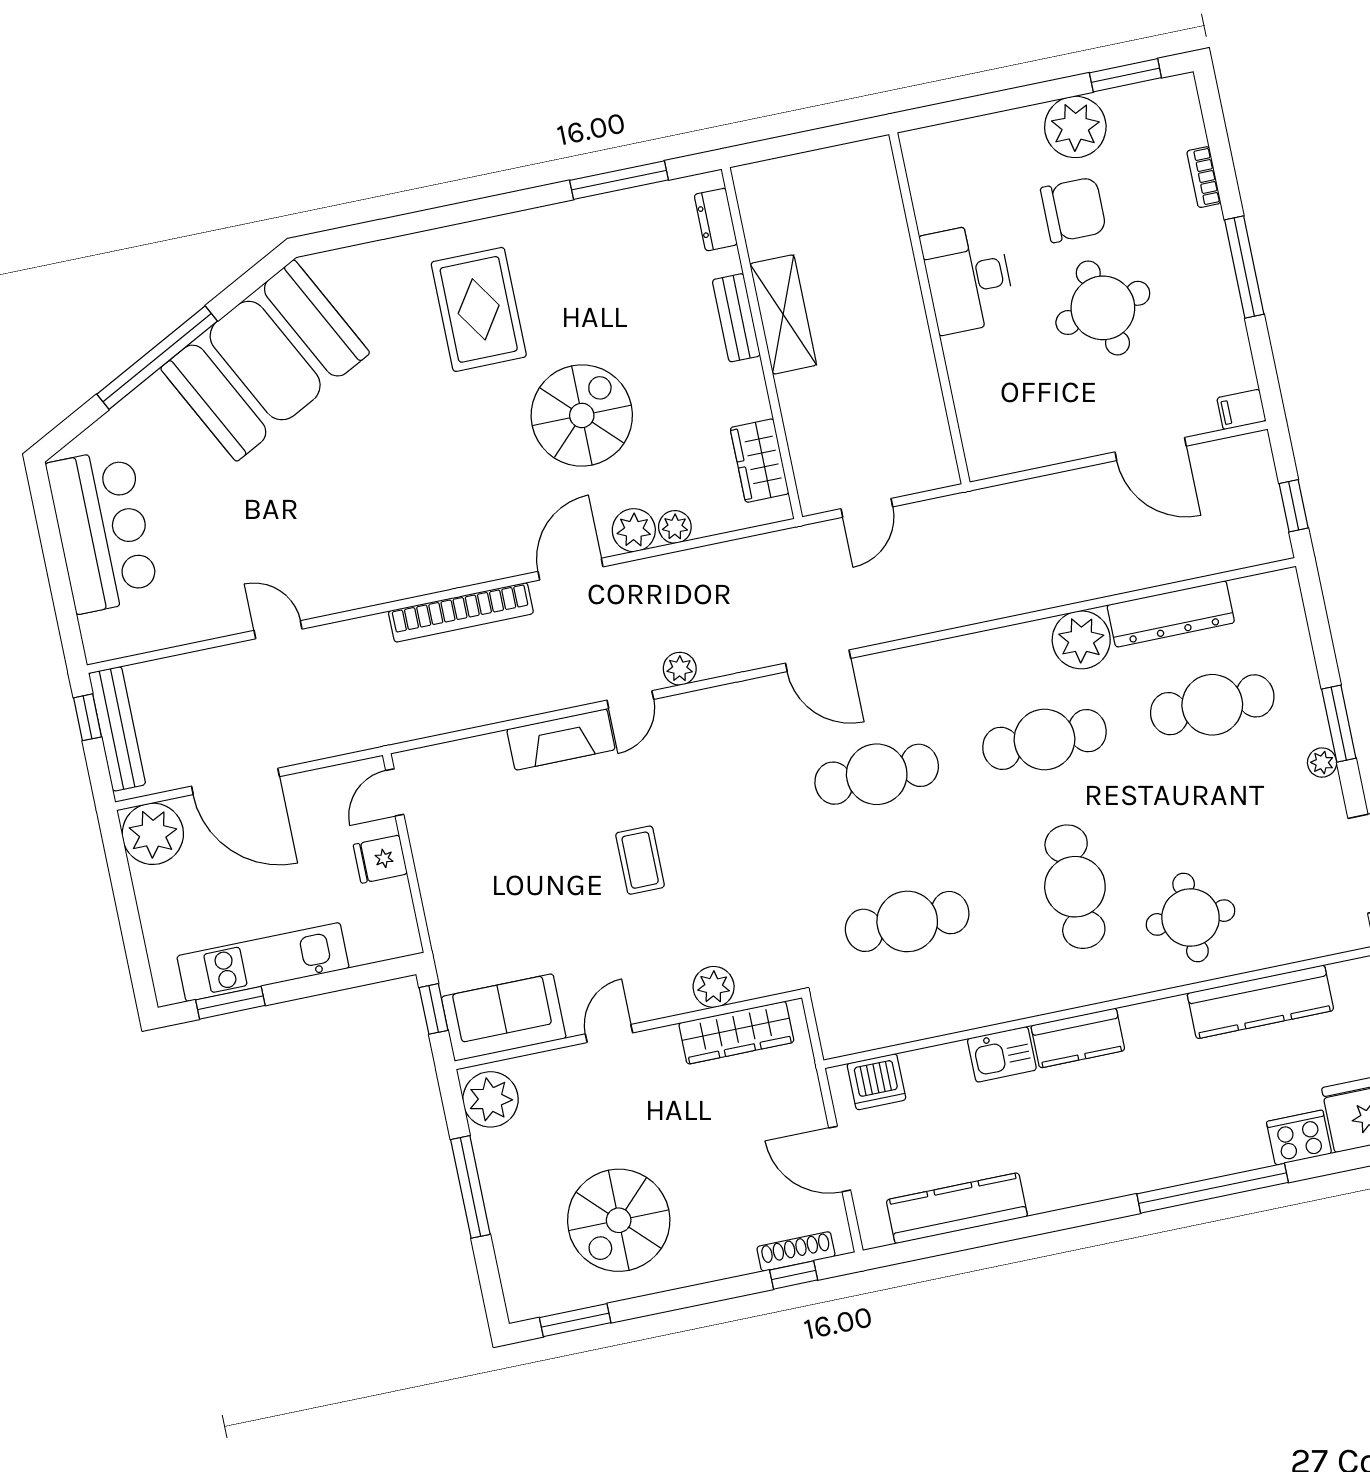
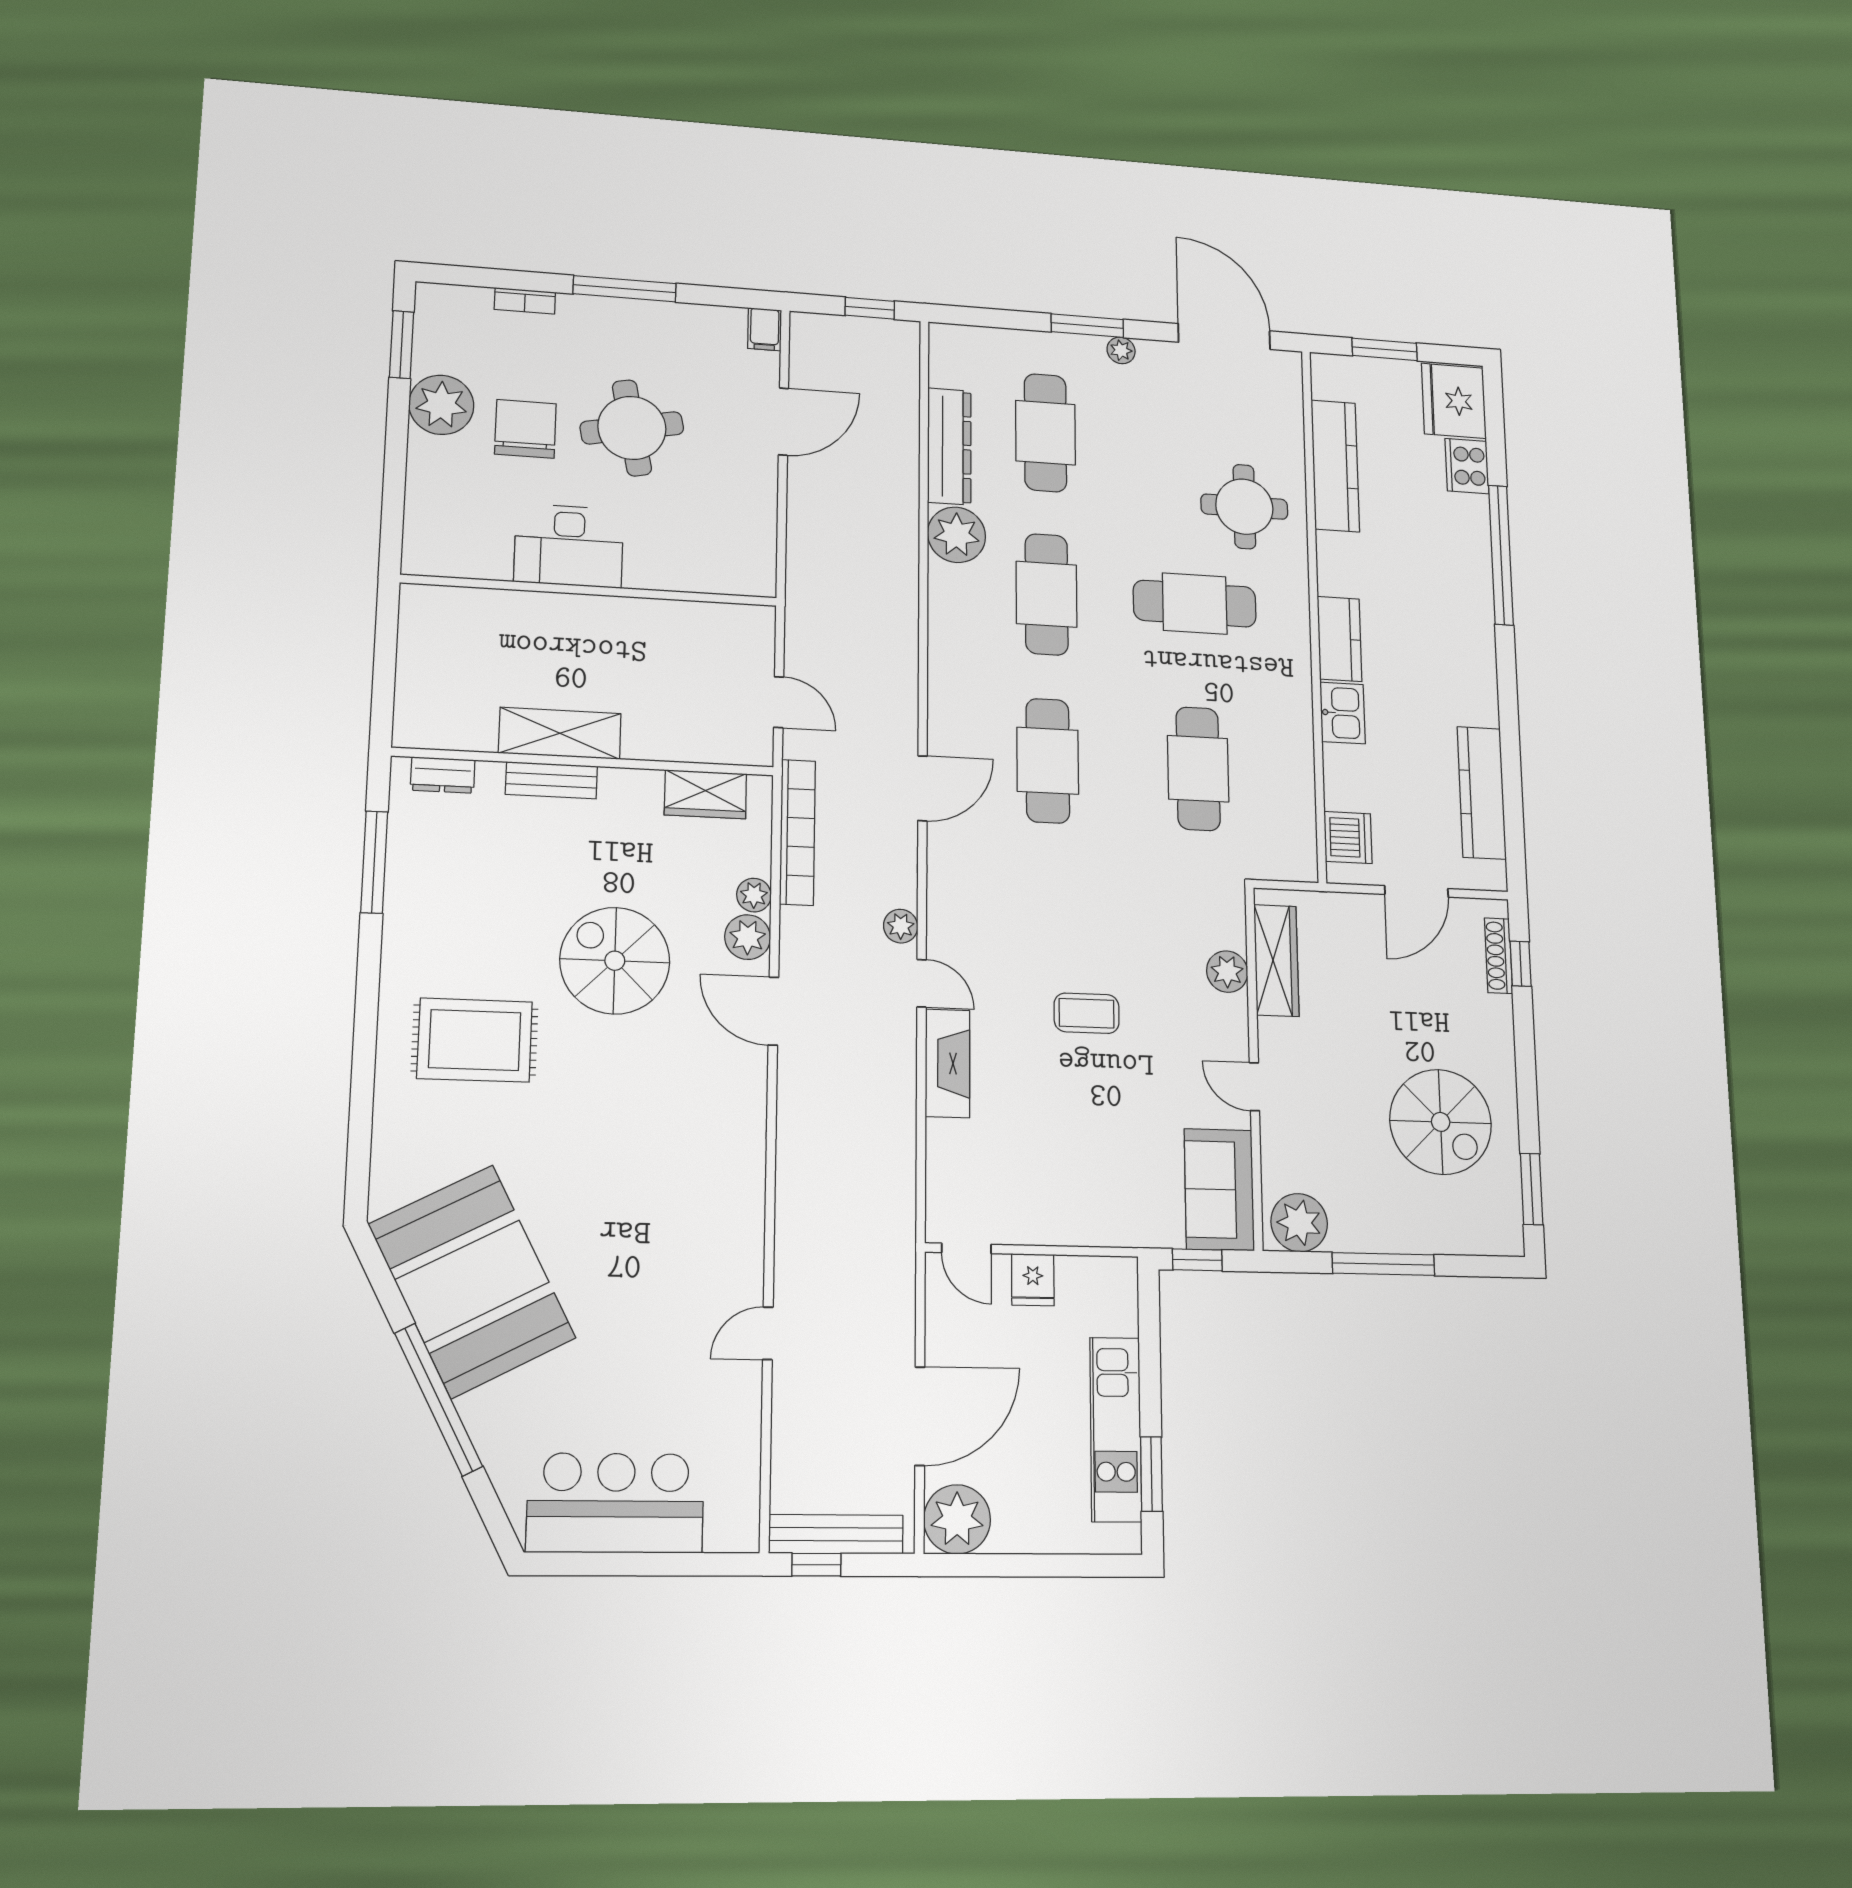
bookcase: (461, 612) -> (797, 832), moved

